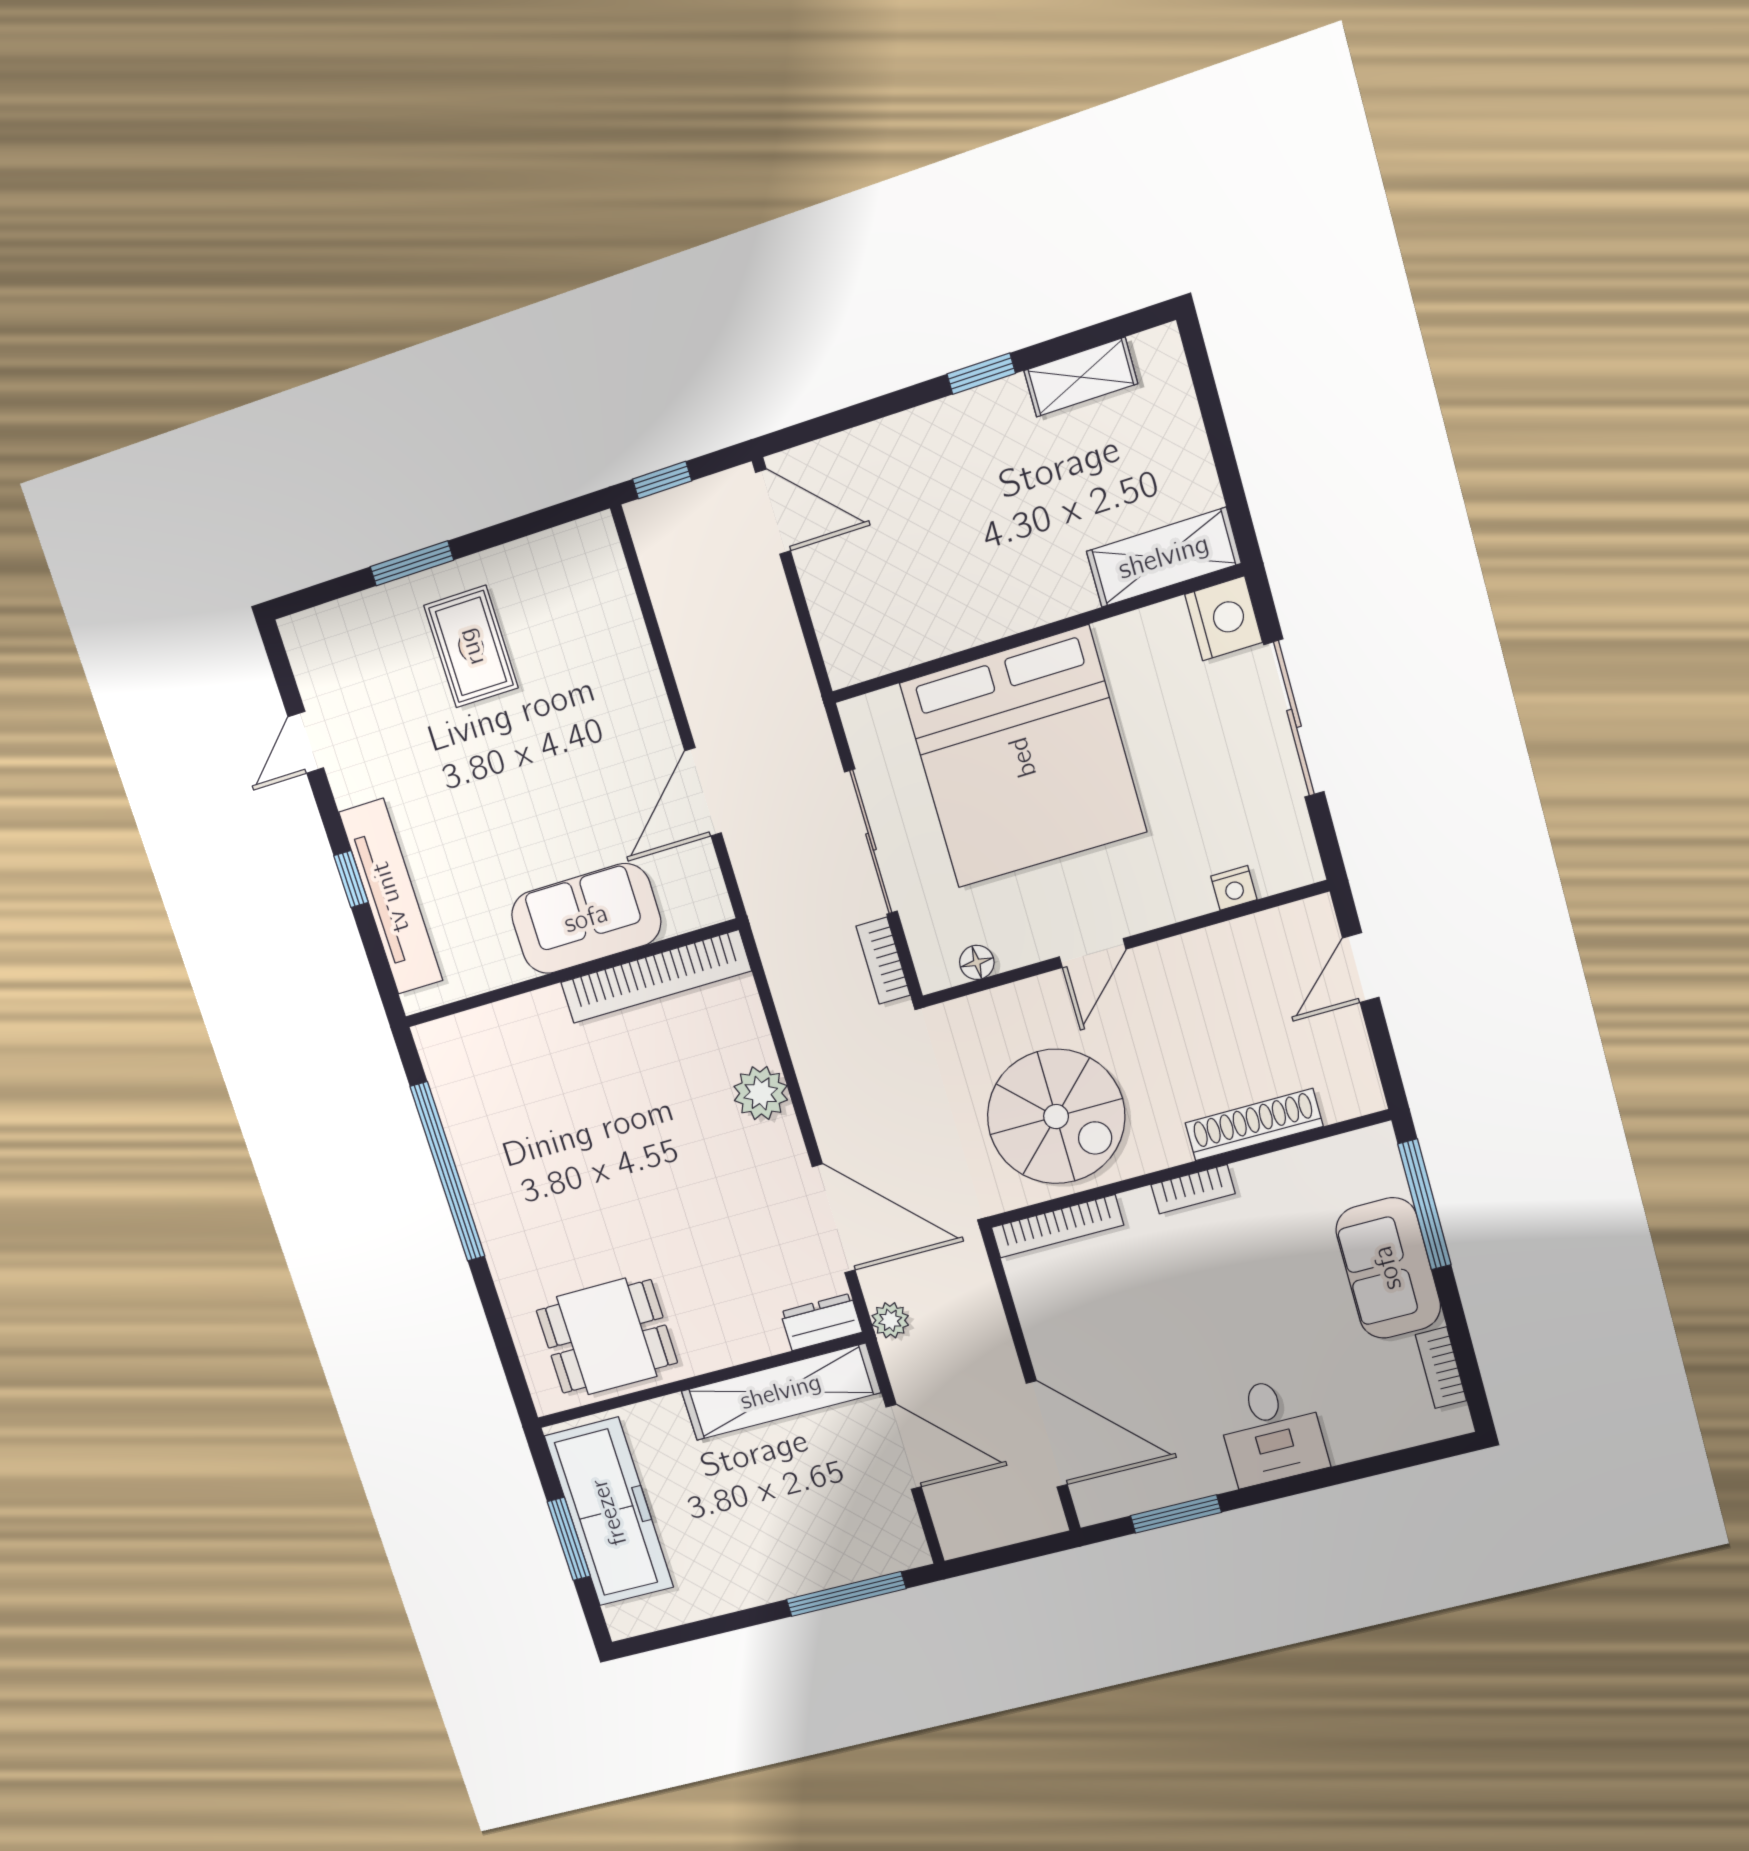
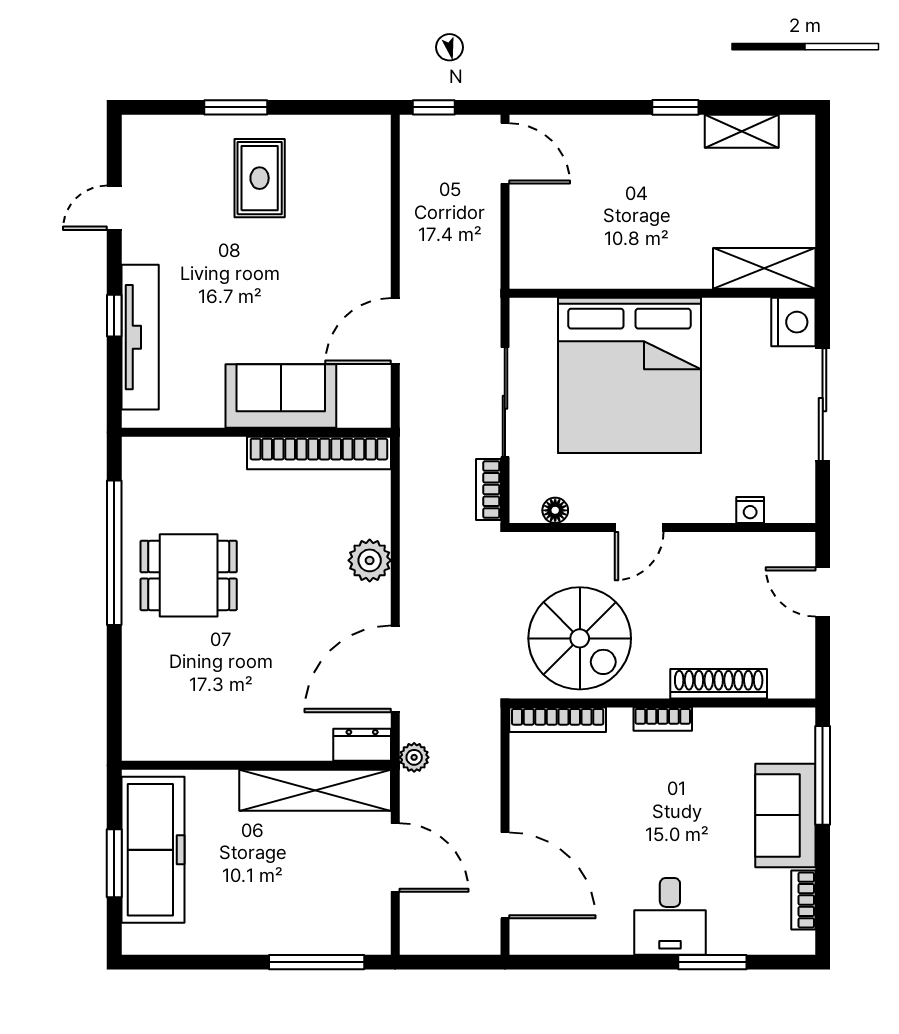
door: (1361, 968) -> (823, 592), hinge flipped
door: (834, 1219) -> (395, 669), swing flipped
dining table: (607, 1337) -> (189, 575), moved
window: (1176, 1514) -> (712, 962), moved

